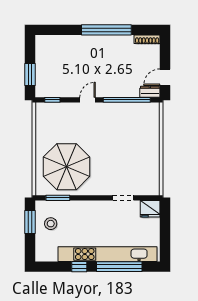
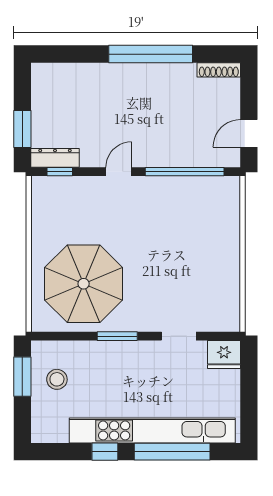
dresser: (150, 92) -> (55, 158), moved, width x1.44
window: (58, 198) -> (117, 336), moved

